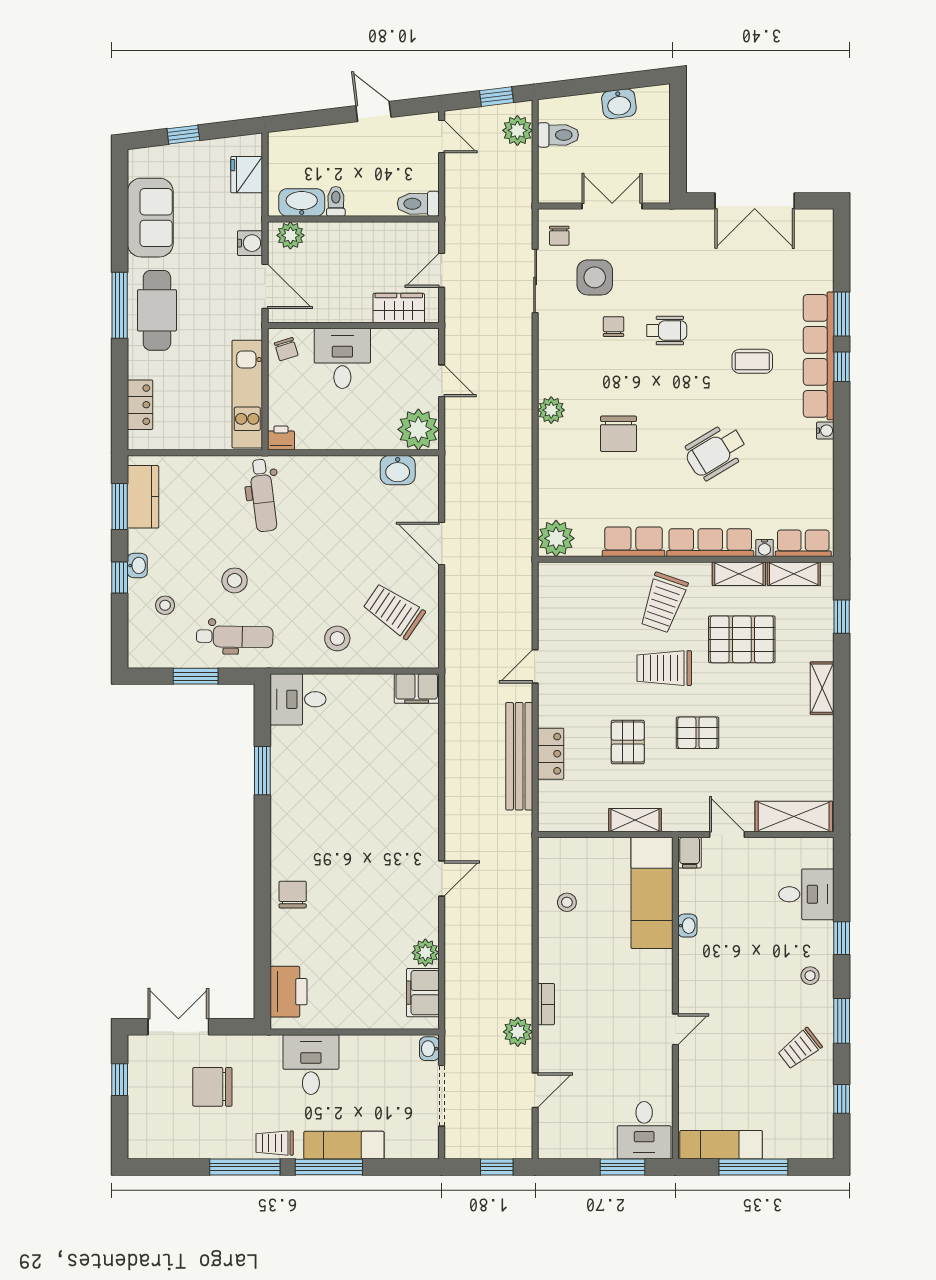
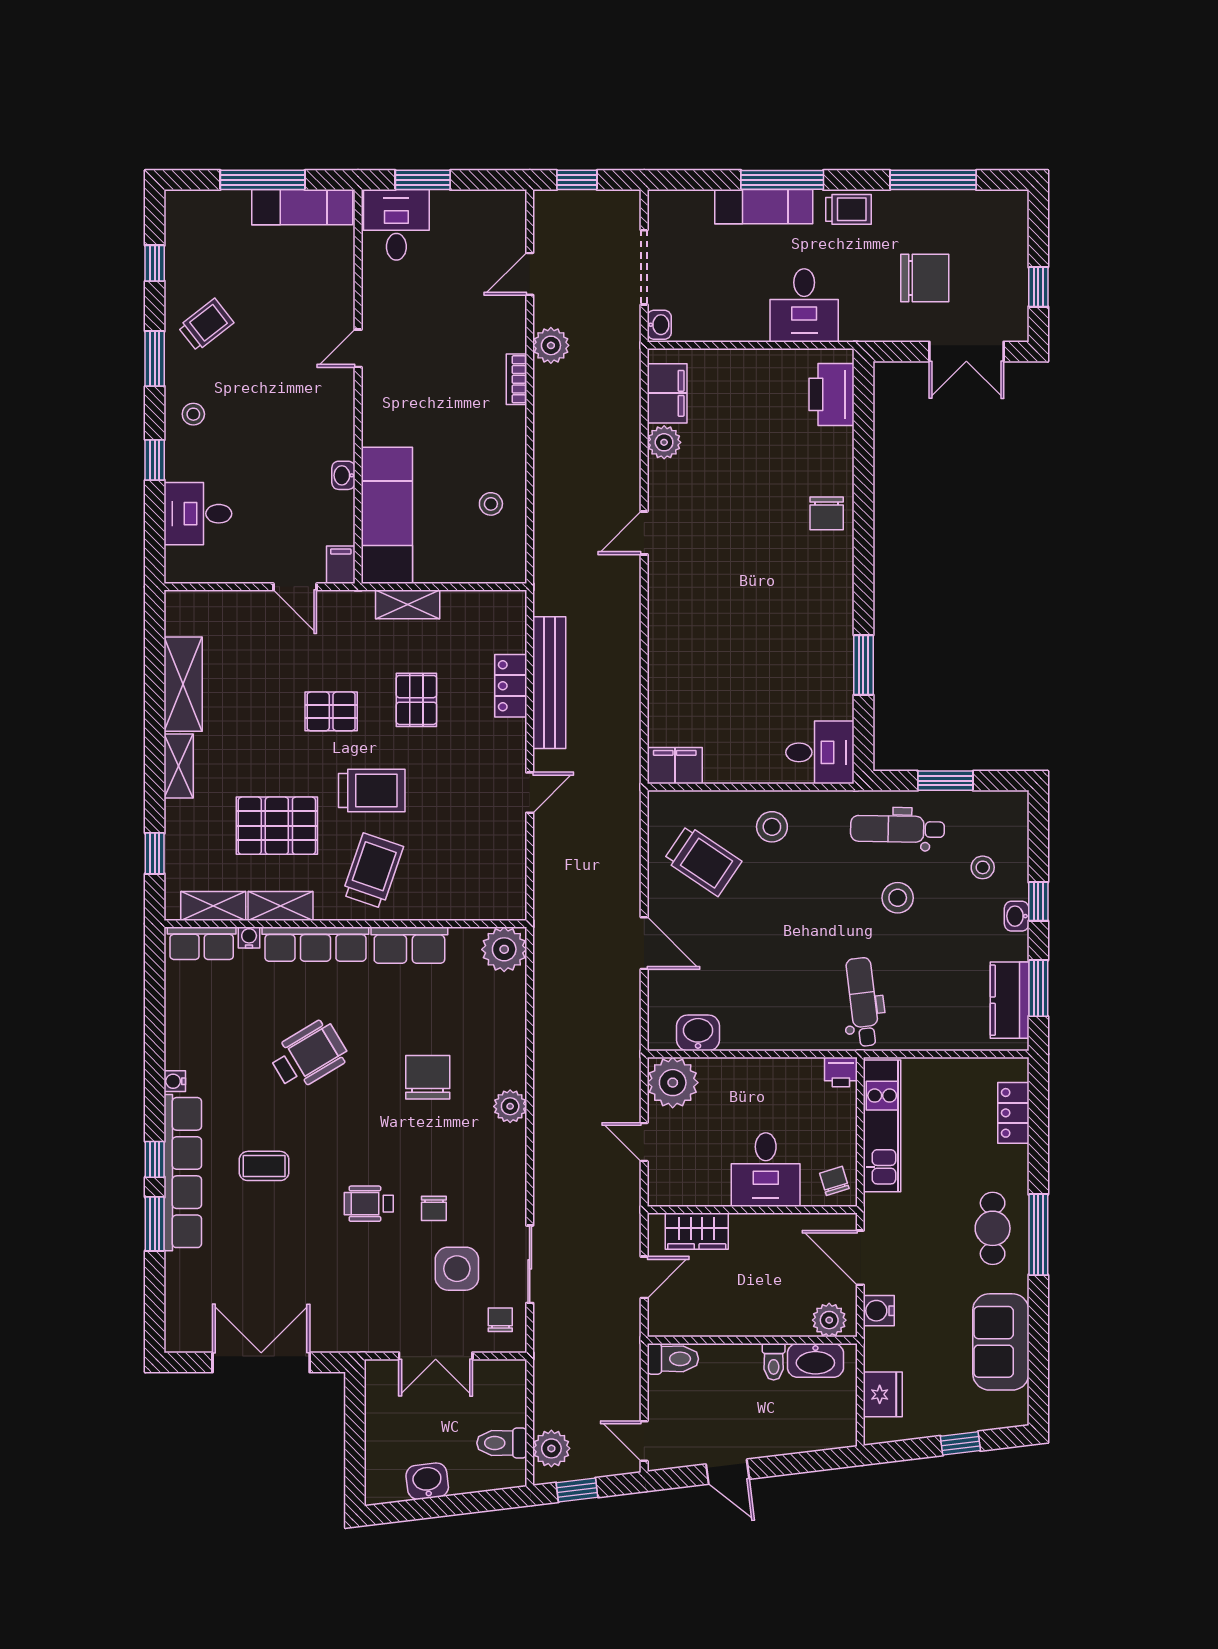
cafe table: (157, 310) -> (993, 1228), width x0.73, depth x0.74
shelving: (794, 816) -> (183, 684), moved, turned 90
window: (245, 1167) -> (933, 180), moved

